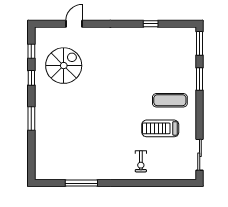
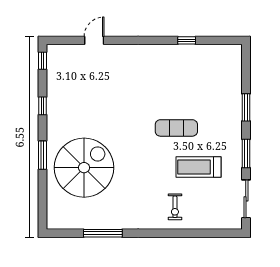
window: (200, 43) -> (246, 154), moved
window: (31, 51) -> (42, 61), moved
spiral stairs: (64, 66) -> (84, 168), moved, width x1.37, depth x1.37
exercise mat: (170, 100) -> (176, 128), moved

